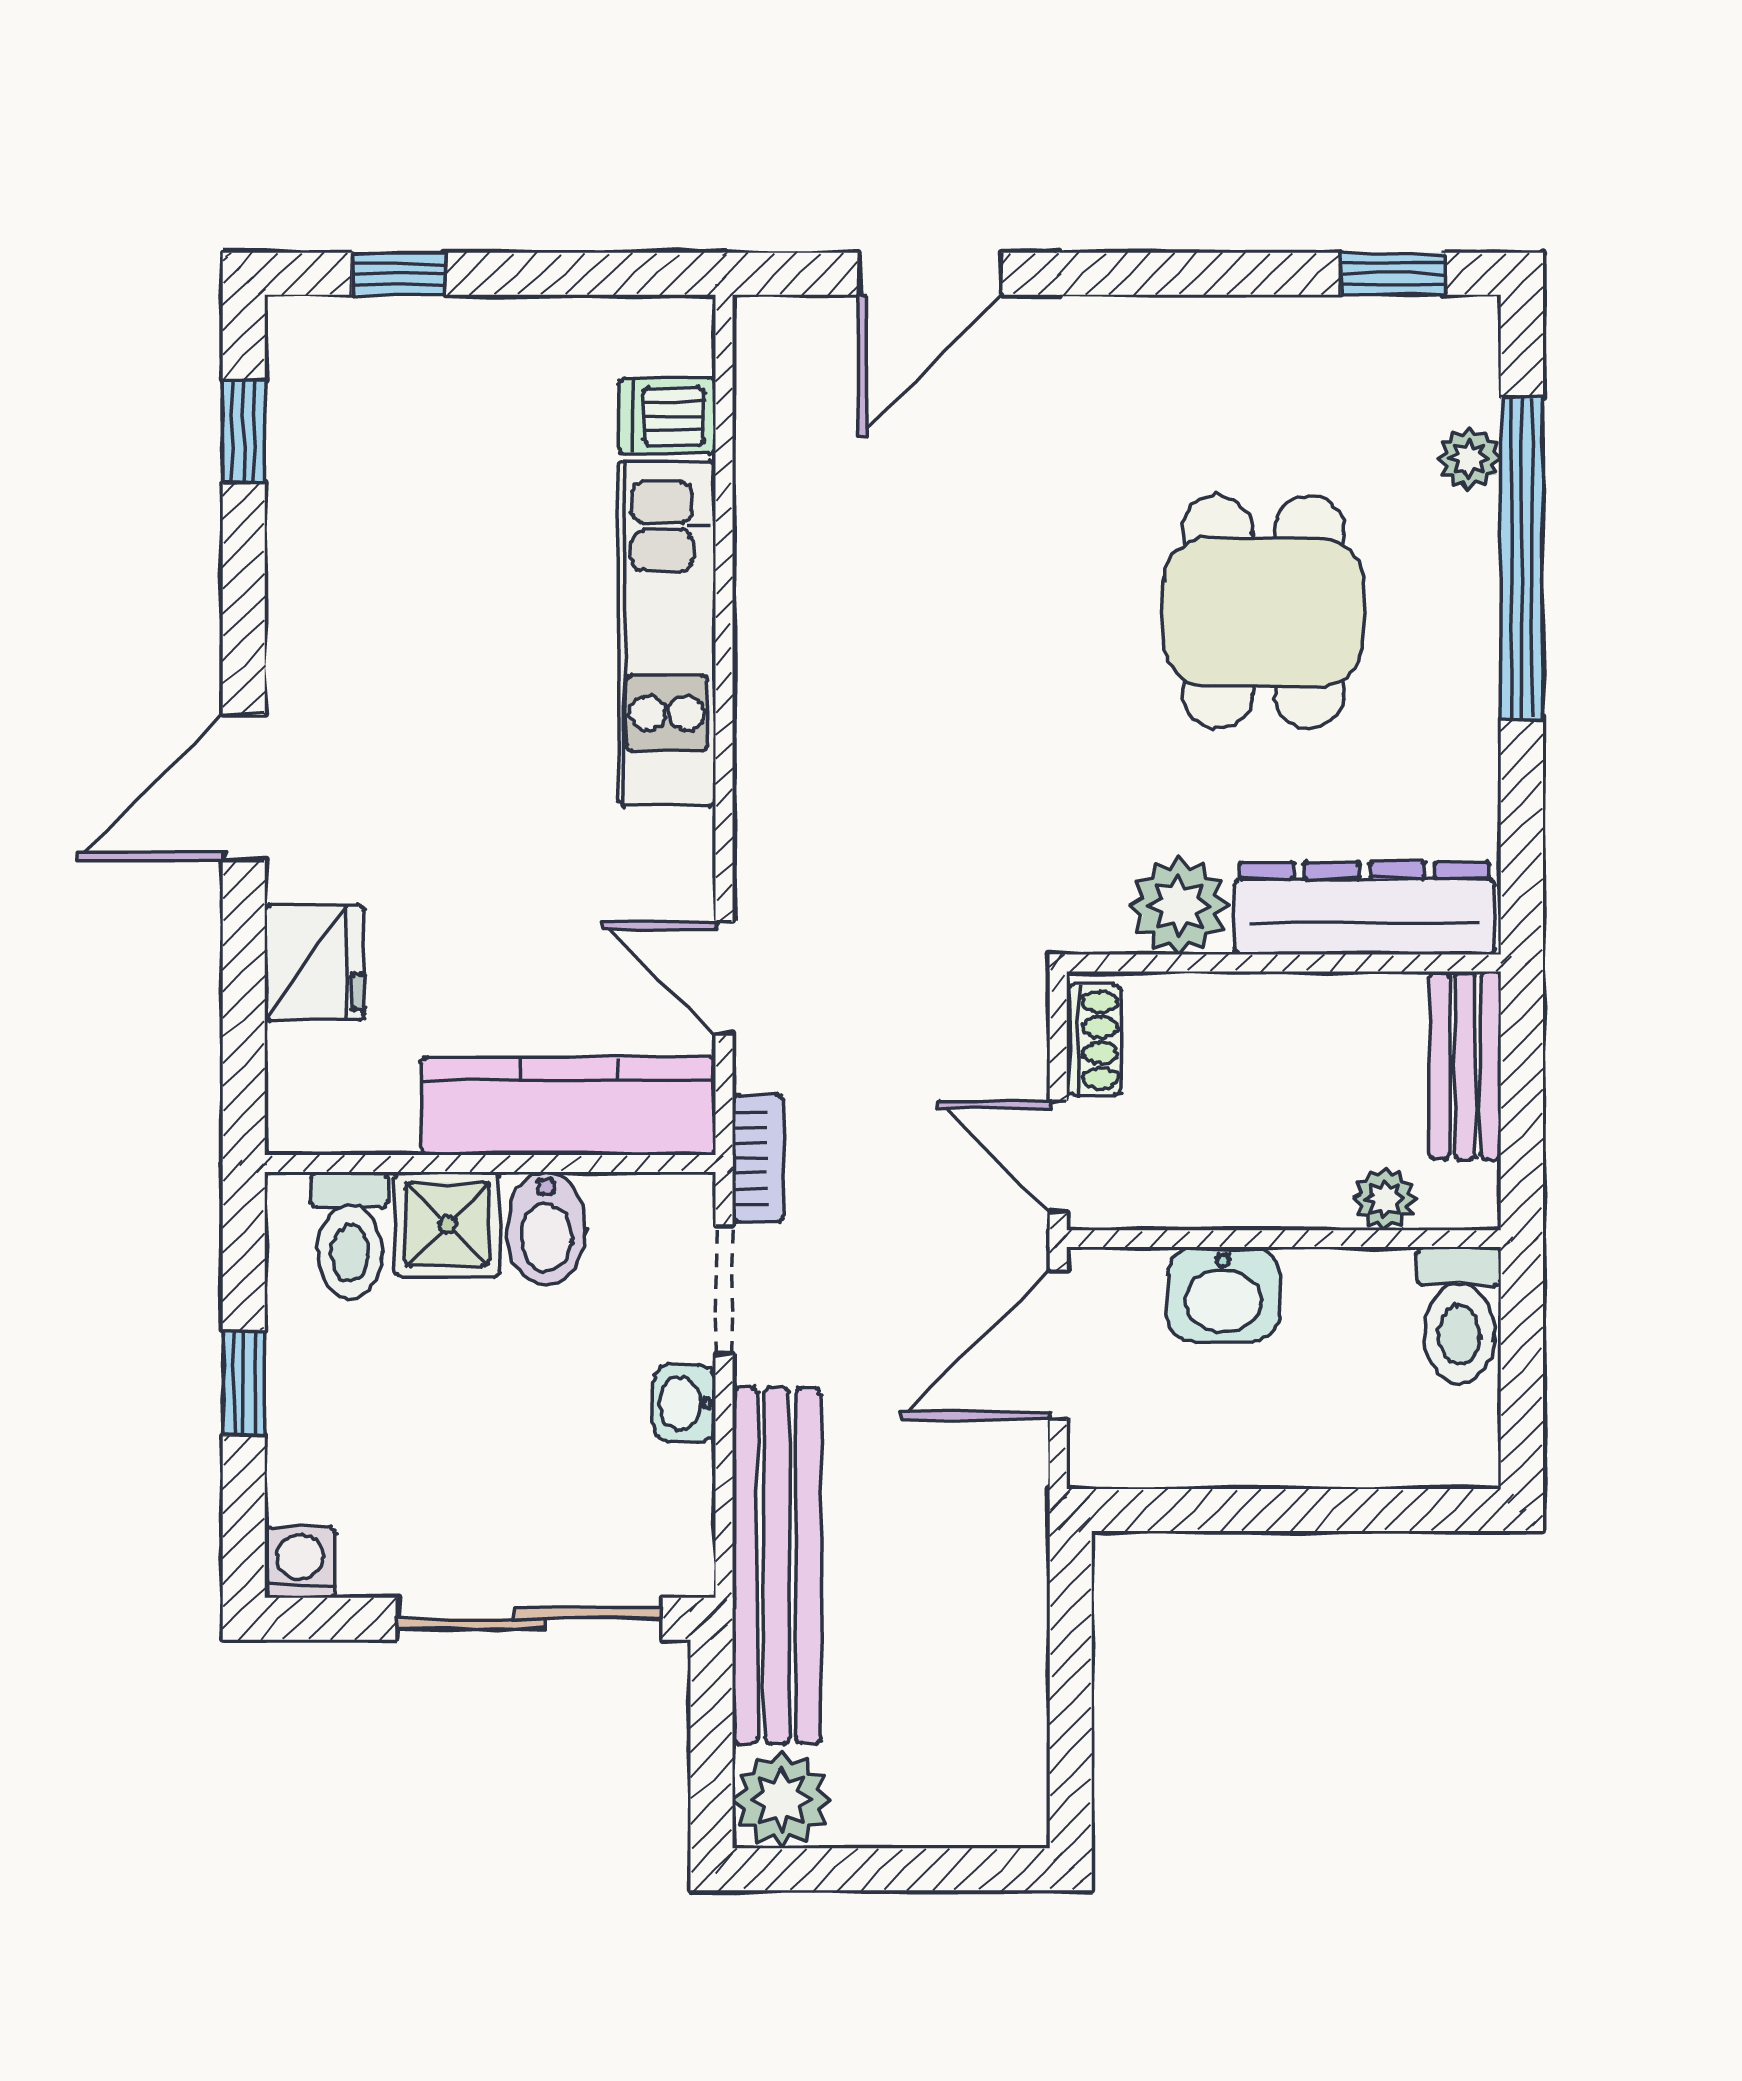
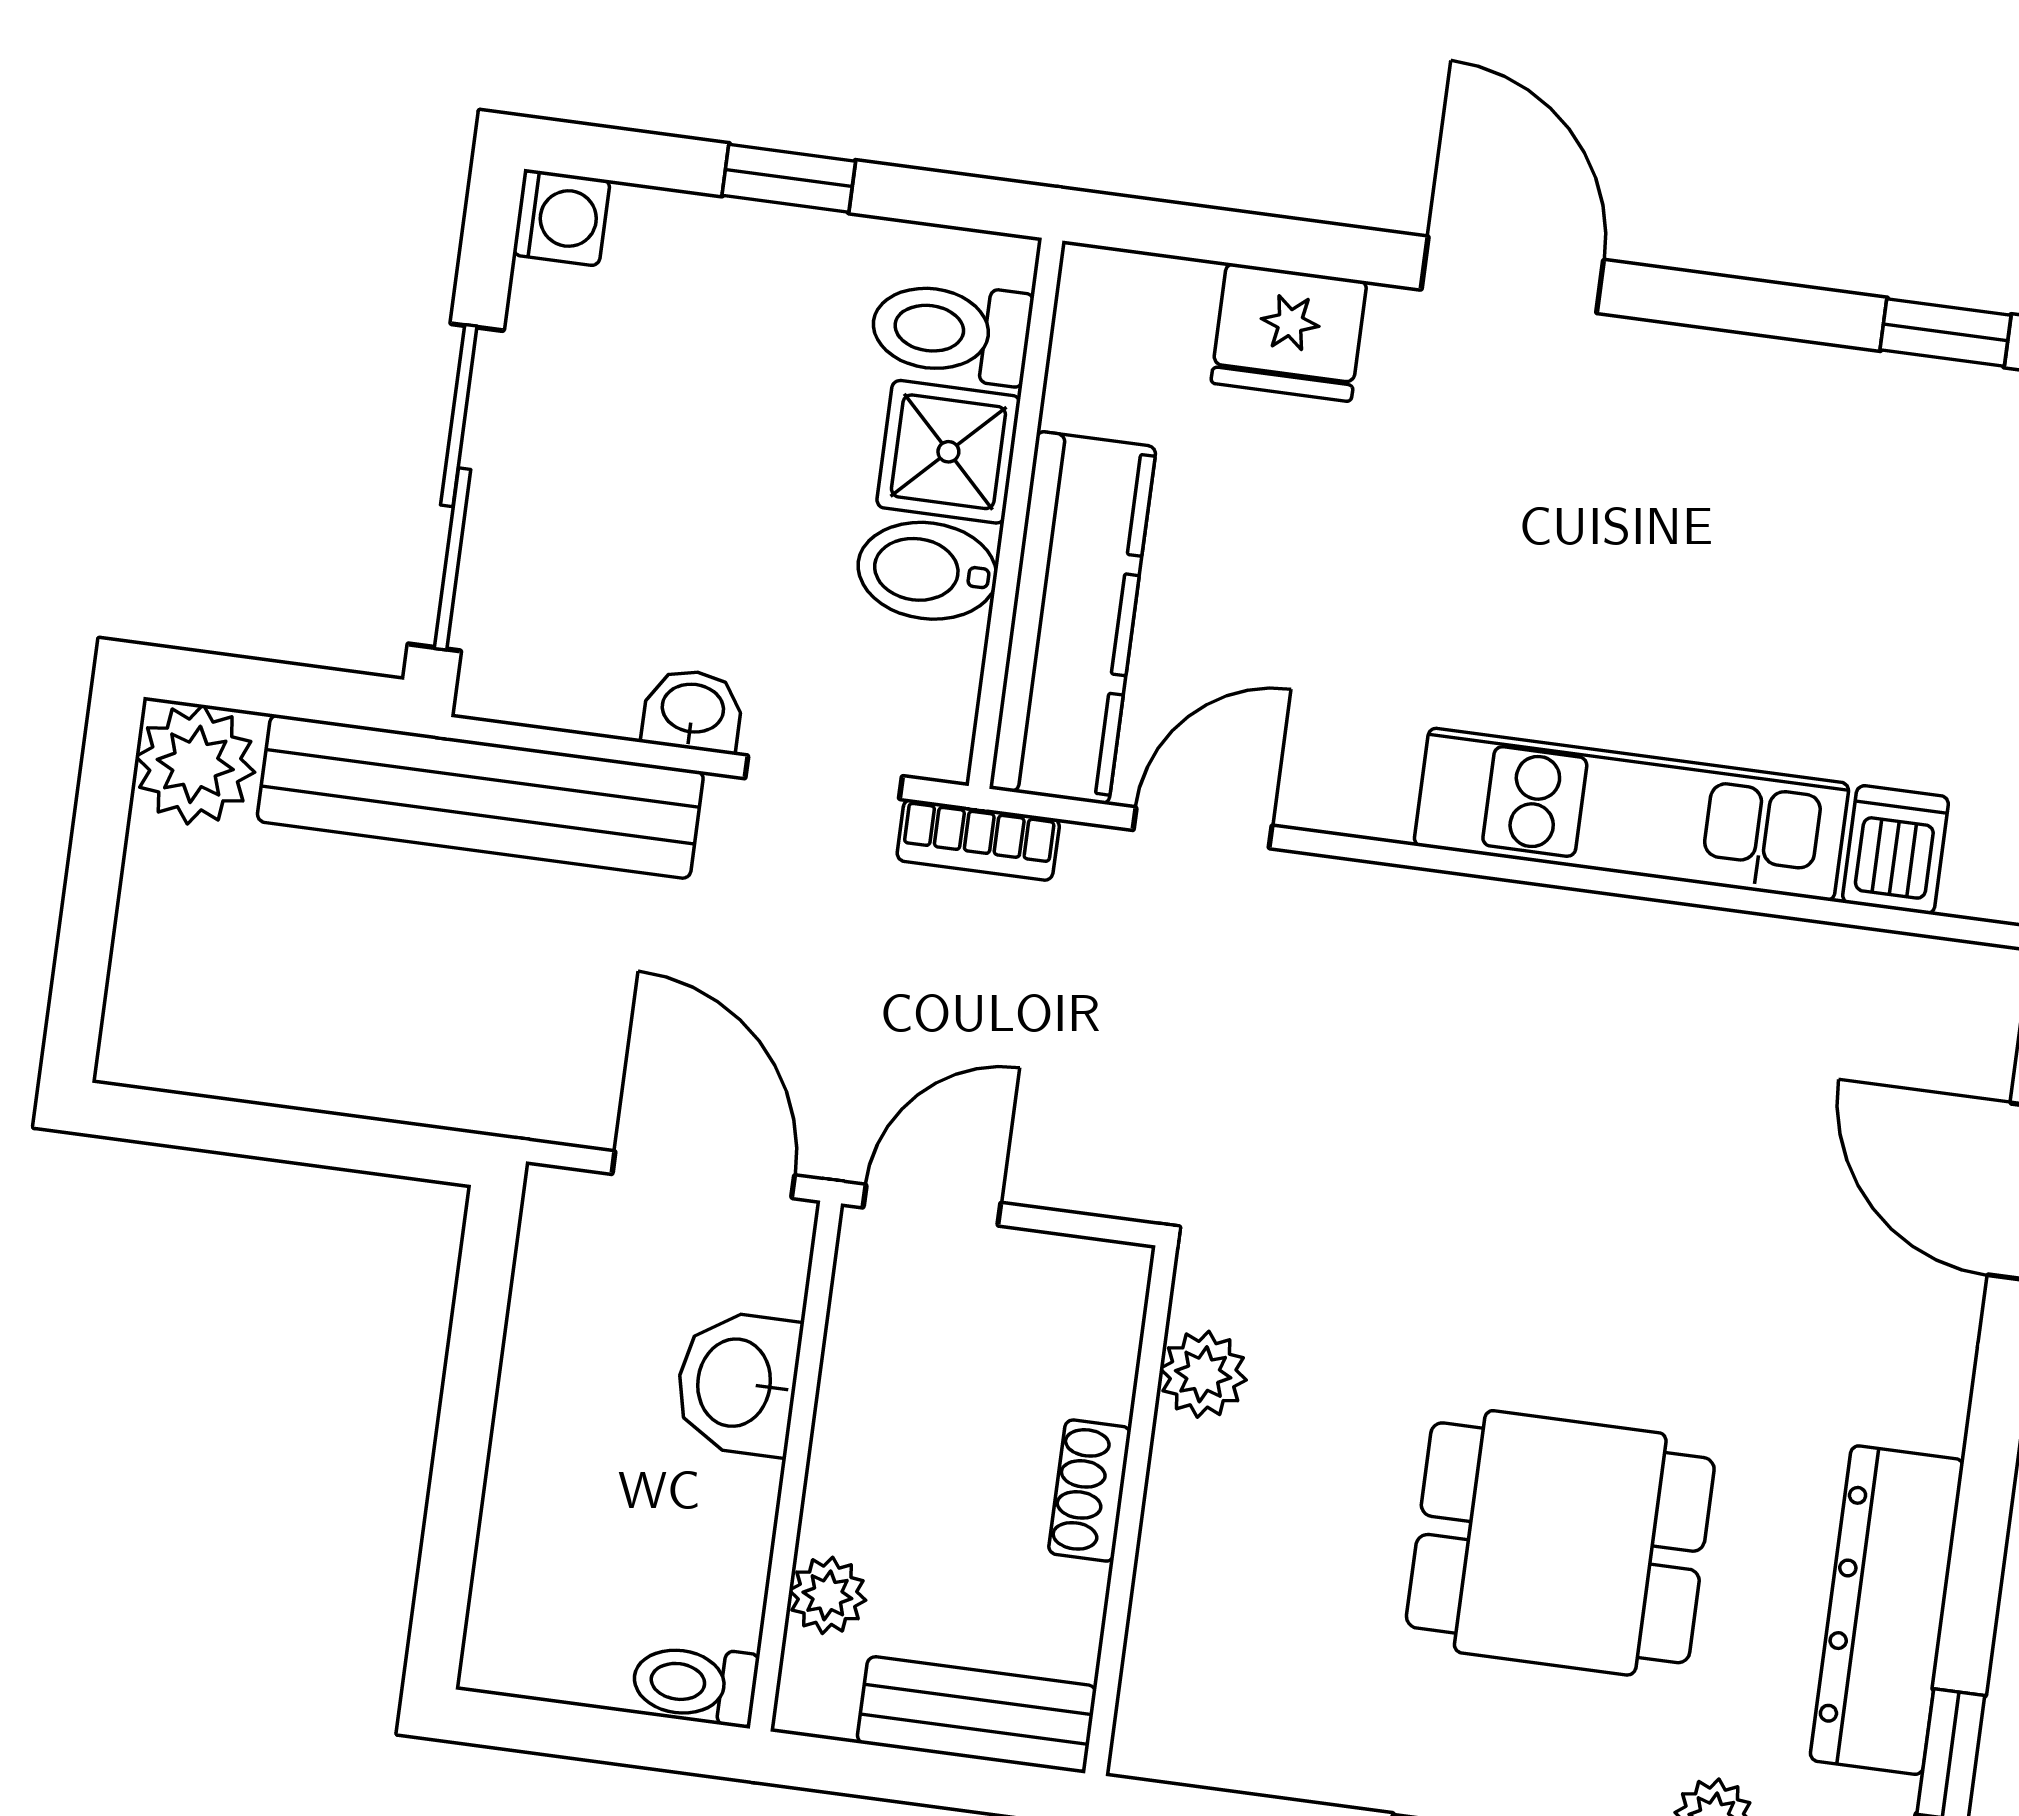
plant: (1179, 906) -> (1203, 1374), width x0.73, depth x0.73
dresser: (1364, 908) -> (1887, 1610), moved, turned 180
shoe rack: (1093, 1040) -> (1090, 1491), moved, turned 90
toilet: (1459, 1316) -> (695, 1684), width x0.73, depth x0.72

